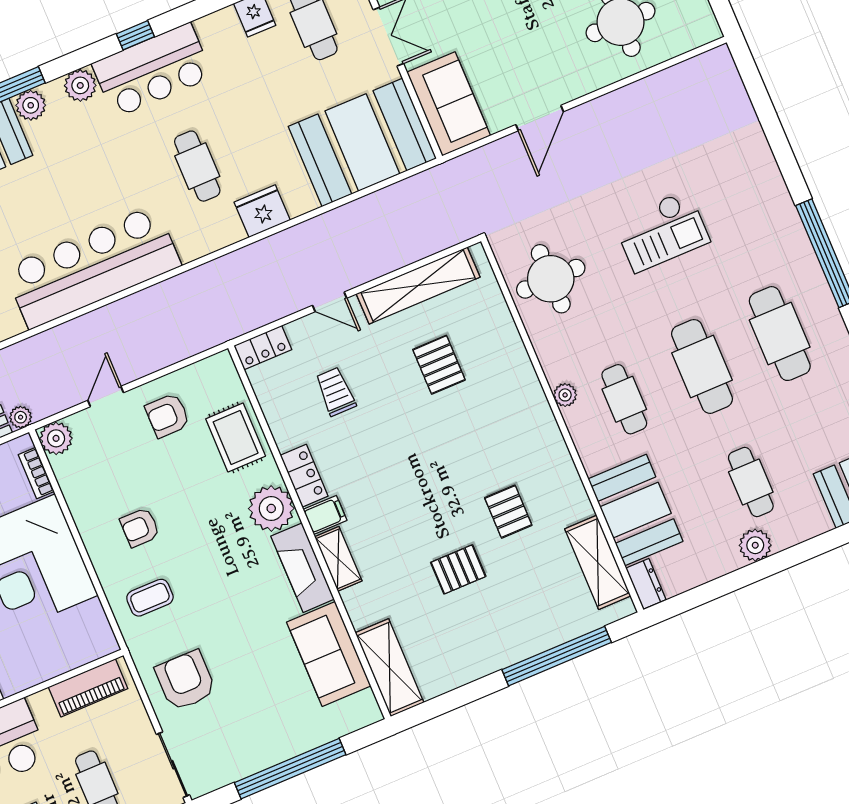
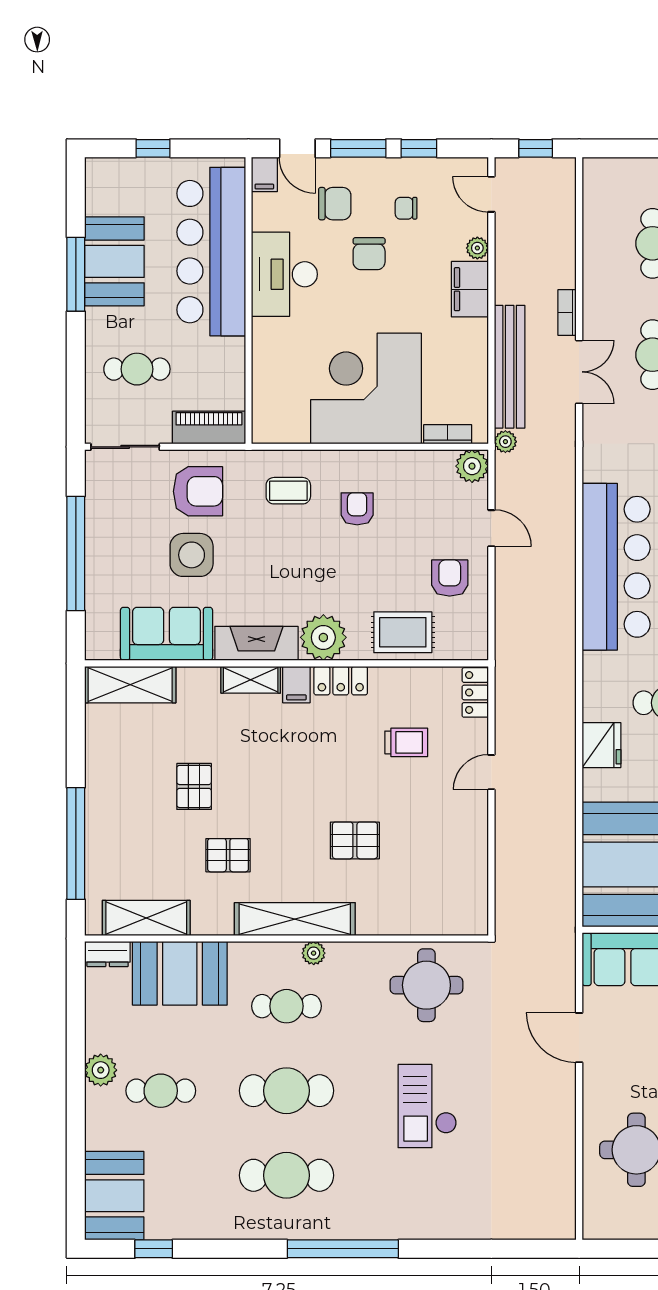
shelving: (418, 285) -> (295, 919), moved, turned 90
pallet: (439, 365) -> (355, 840), moved
coffee table: (150, 598) -> (288, 491), turned 90
side table: (247, 662) -> (192, 555), added
piano: (88, 688) -> (209, 428), moved, turned 90

